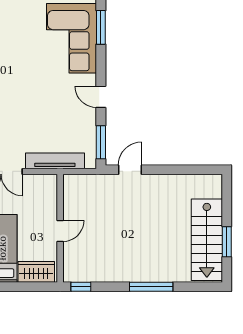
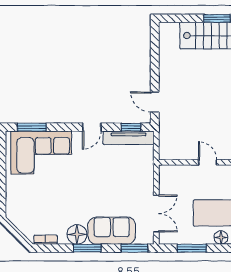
window: (101, 142) -> (131, 127), width x0.67
tv unit: (55, 161) -> (129, 138), moved, turned -90

